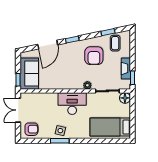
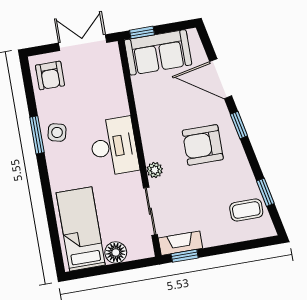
armchair: (94, 56) -> (203, 145), moved
fireplace: (126, 68) -> (180, 243), moved
floor lamp: (125, 98) -> (116, 252), moved

